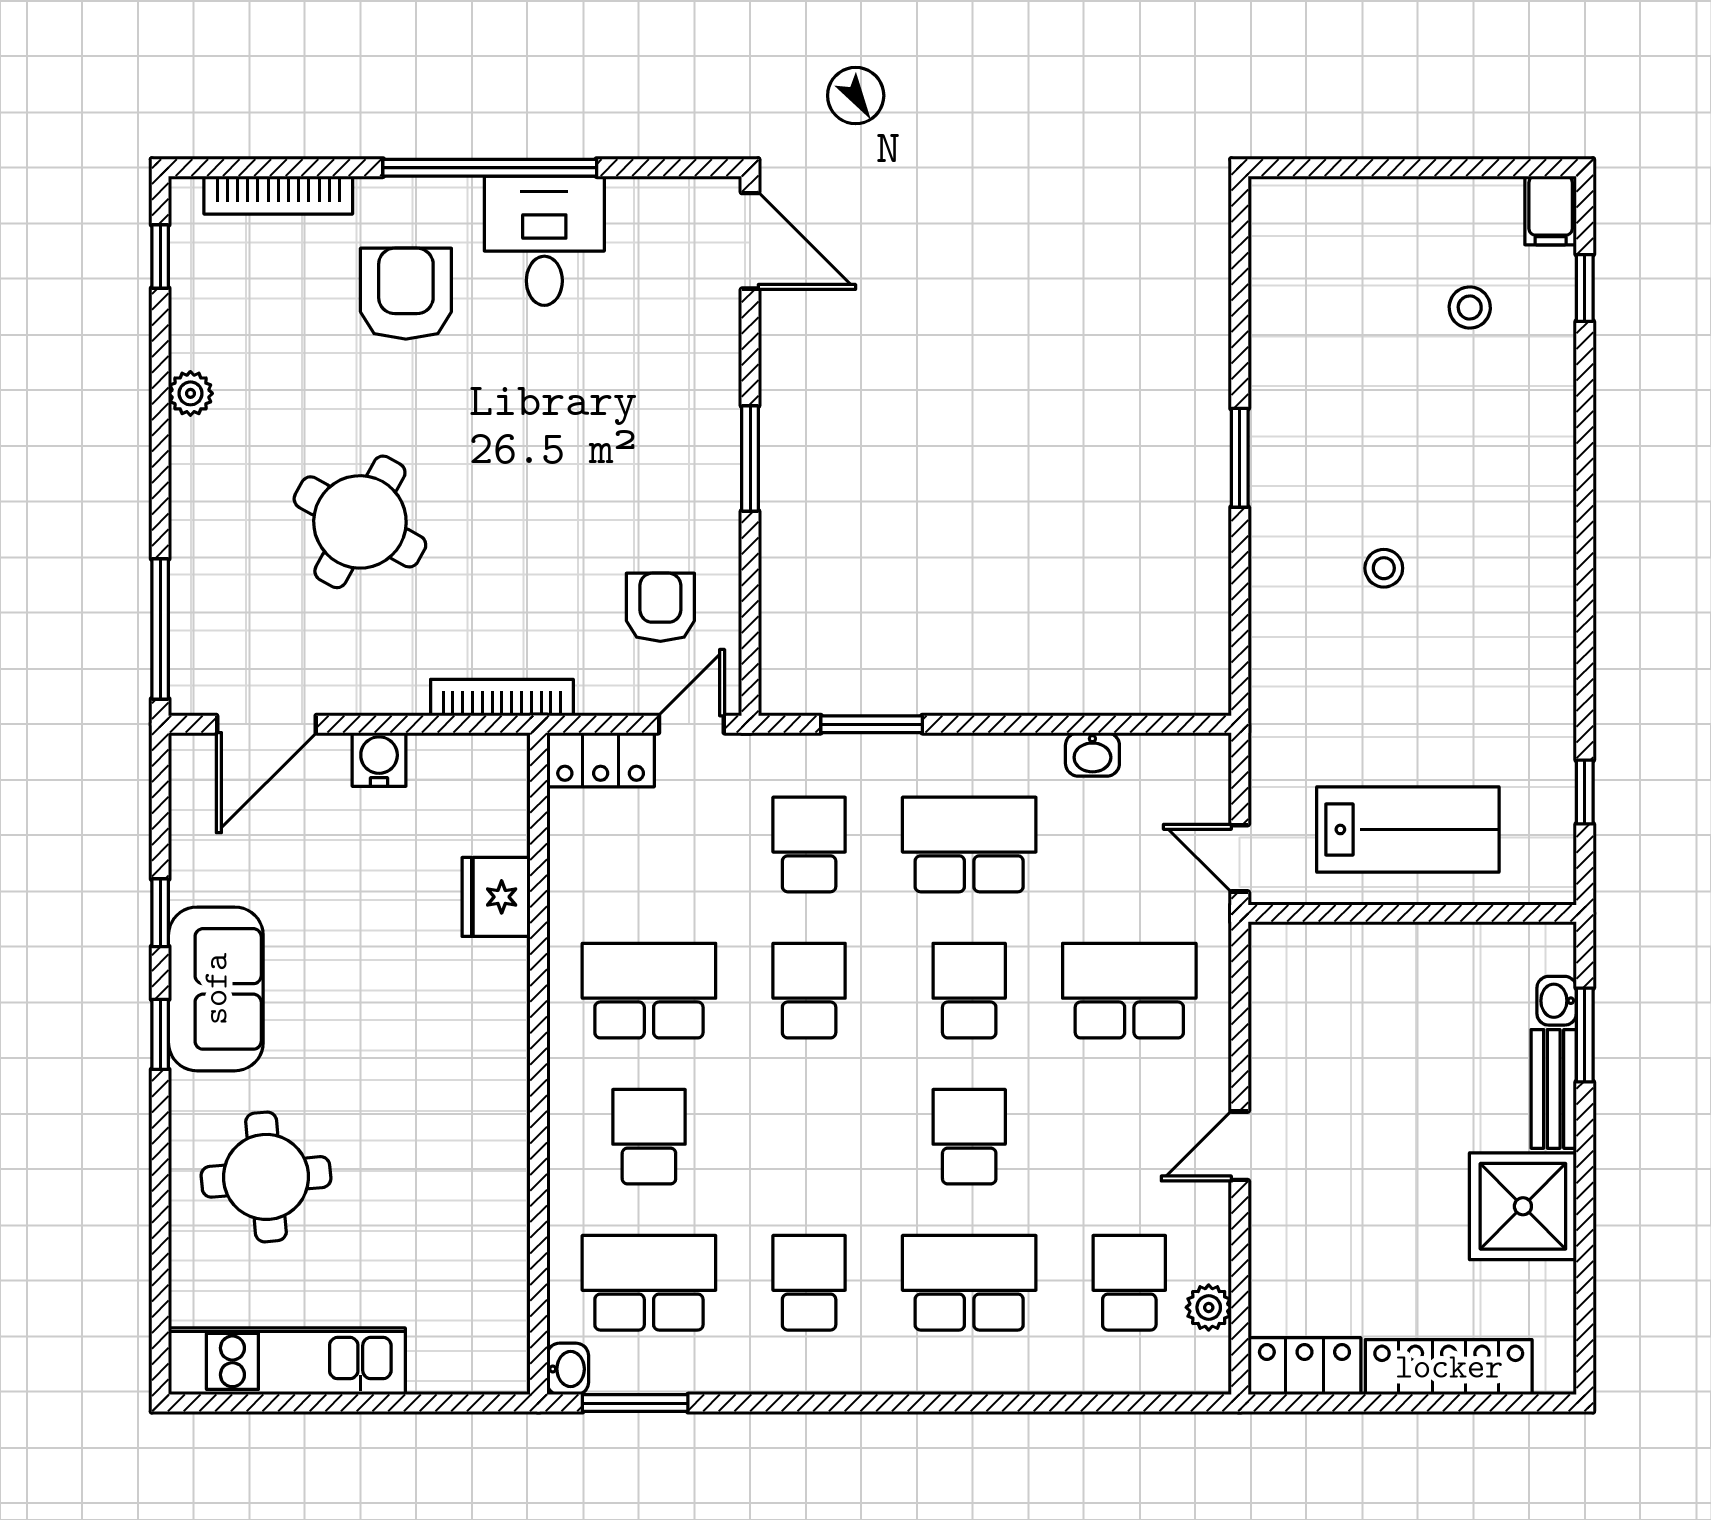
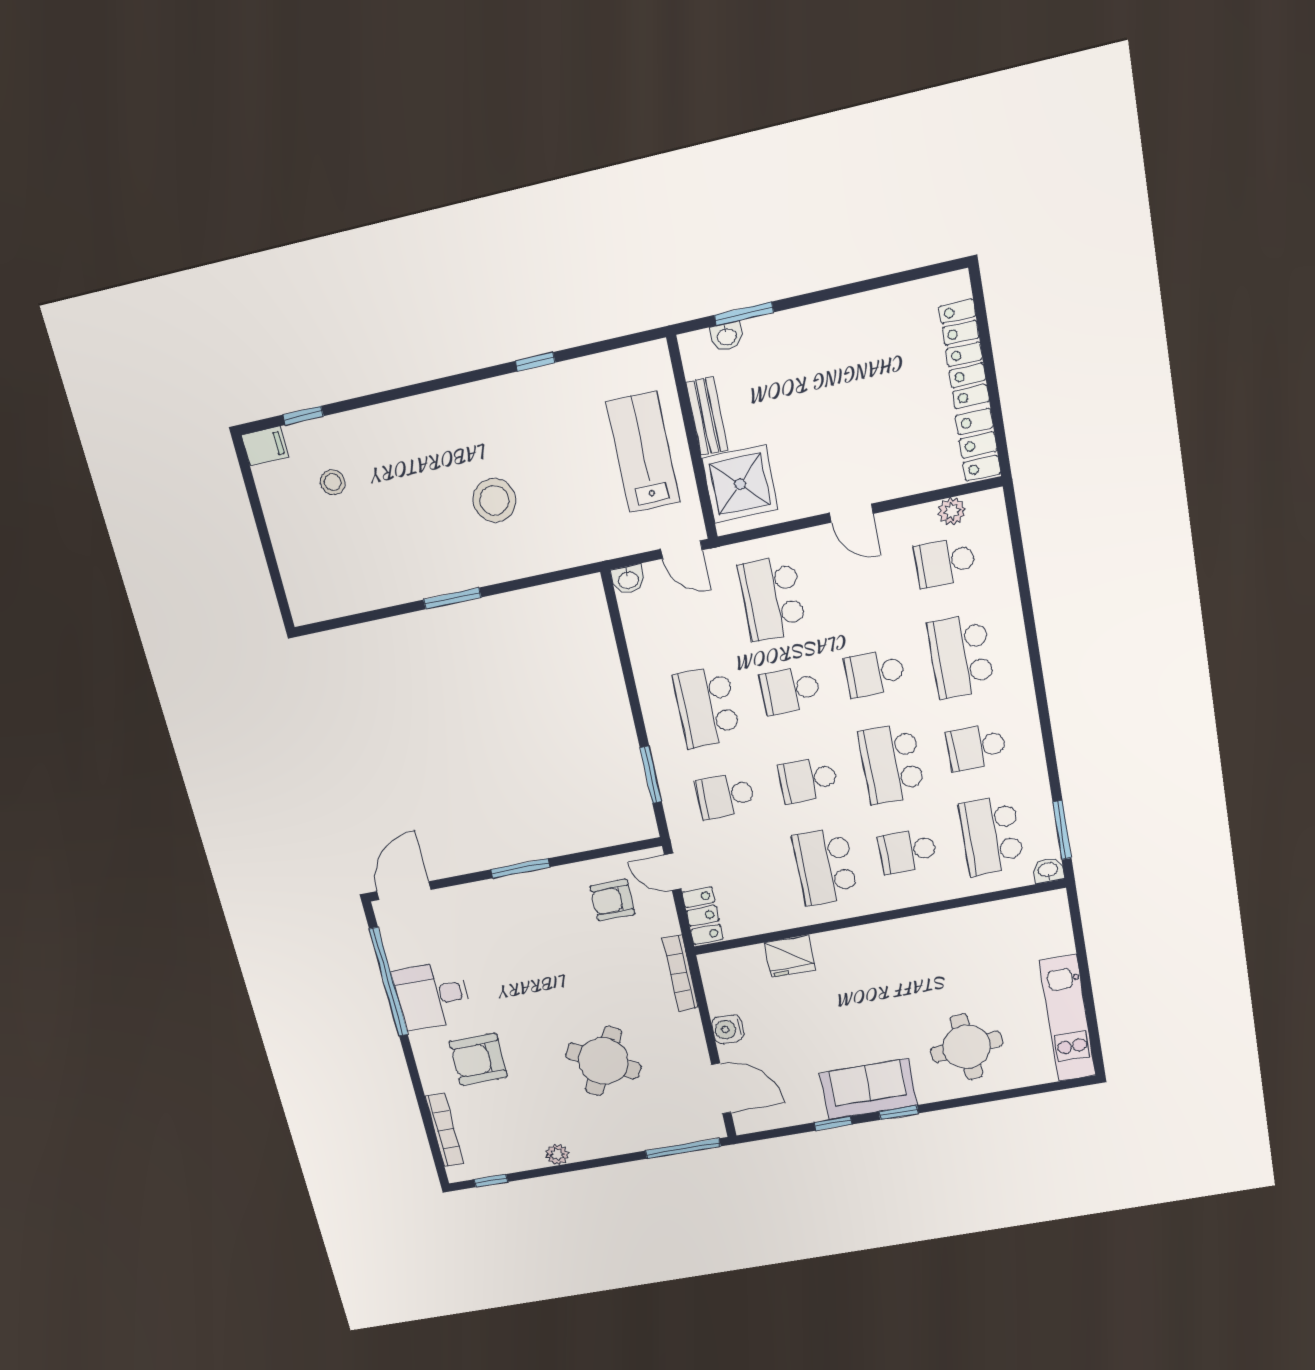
window: (490, 168) -> (389, 982), moved
stool: (1384, 568) -> (494, 500), width x1.89, depth x1.89
washbasin: (1092, 754) -> (628, 579), moved, turned 90
window: (1585, 792) -> (535, 362), moved
door: (1240, 858) -> (682, 550), hinge flipped
bench: (1554, 1089) -> (707, 416), moved, turned 90
school desk: (809, 1137) -> (892, 764), added
shower: (1523, 1206) -> (740, 484), moved

